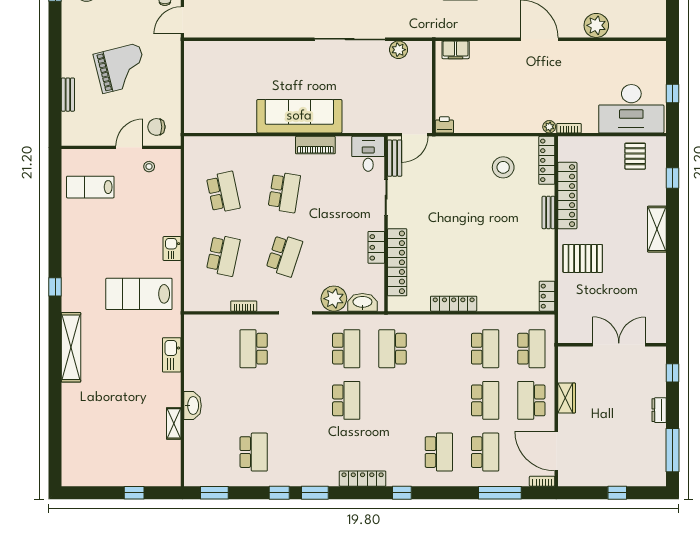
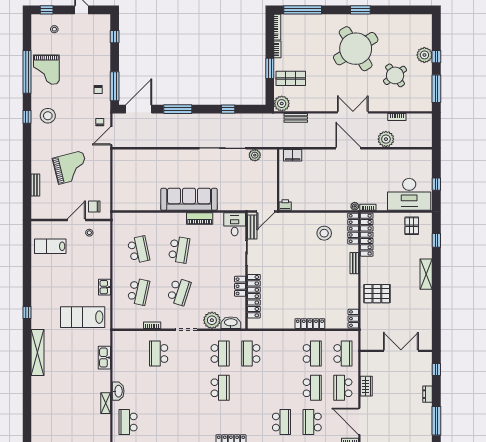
locker: (567, 196) -> (367, 235), moved
locker: (454, 304) -> (310, 324), moved
school desk: (254, 452) -> (128, 422), moved, turned 180
school desk: (485, 452) -> (312, 422), turned 180

